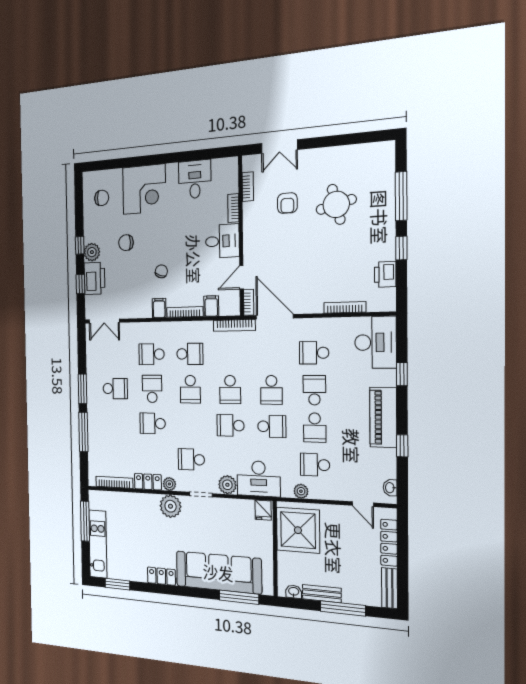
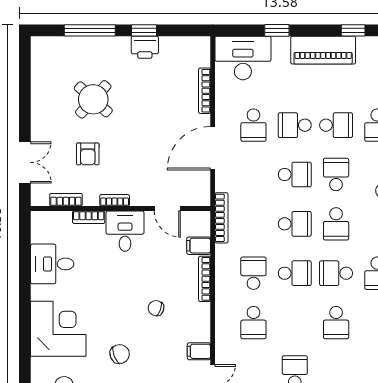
armchair: (287, 203) -> (88, 154), turned 90
round table: (336, 204) -> (93, 99), turned -34
chair: (126, 243) -> (120, 354), turned -112
printer: (385, 274) -> (145, 47), moved
bookcase: (249, 302) -> (115, 200), moved
filing cabinet: (159, 308) -> (199, 351), moved
door: (275, 317) -> (213, 148), moved
school desk: (152, 389) -> (336, 273), moved

